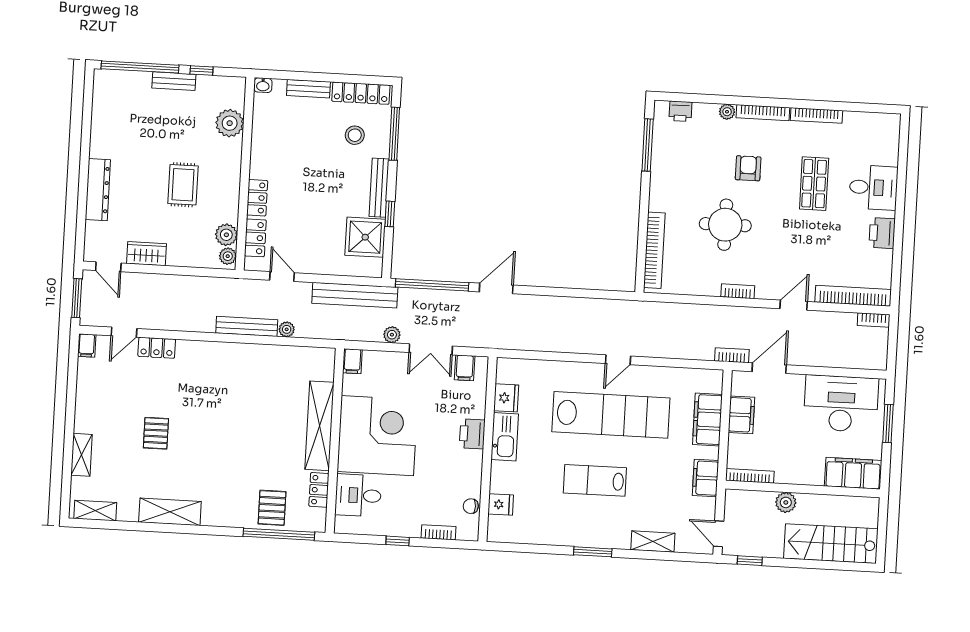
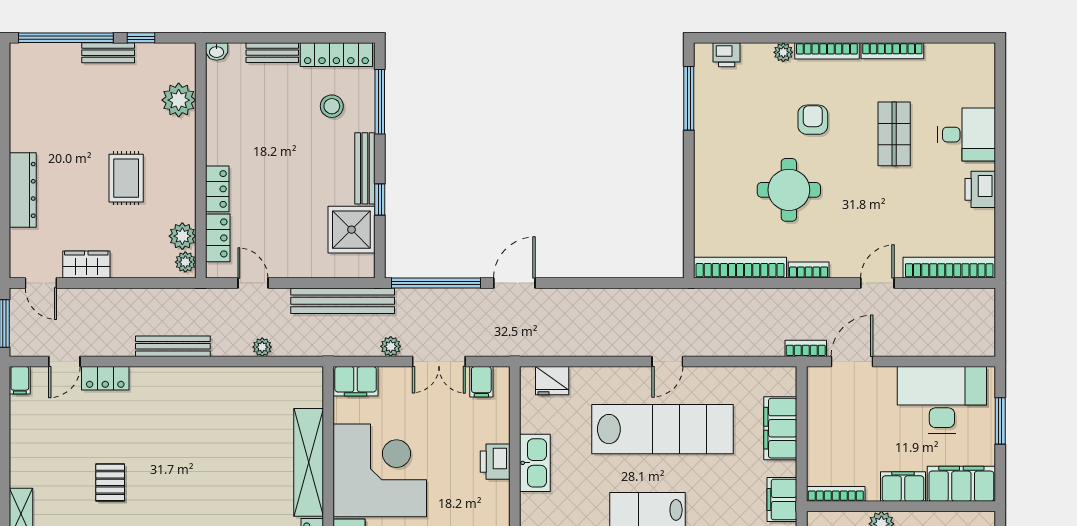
bookcase: (654, 250) -> (740, 268), moved, turned -90
bookcase: (874, 320) -> (976, 296), removed
bench: (247, 326) -> (173, 346), moved
filing cabinet: (352, 361) -> (356, 381), width x2.00
fridge: (506, 398) -> (552, 381), moved, turned 90
filing cabinet: (741, 415) -> (903, 486), moved, turned -90

